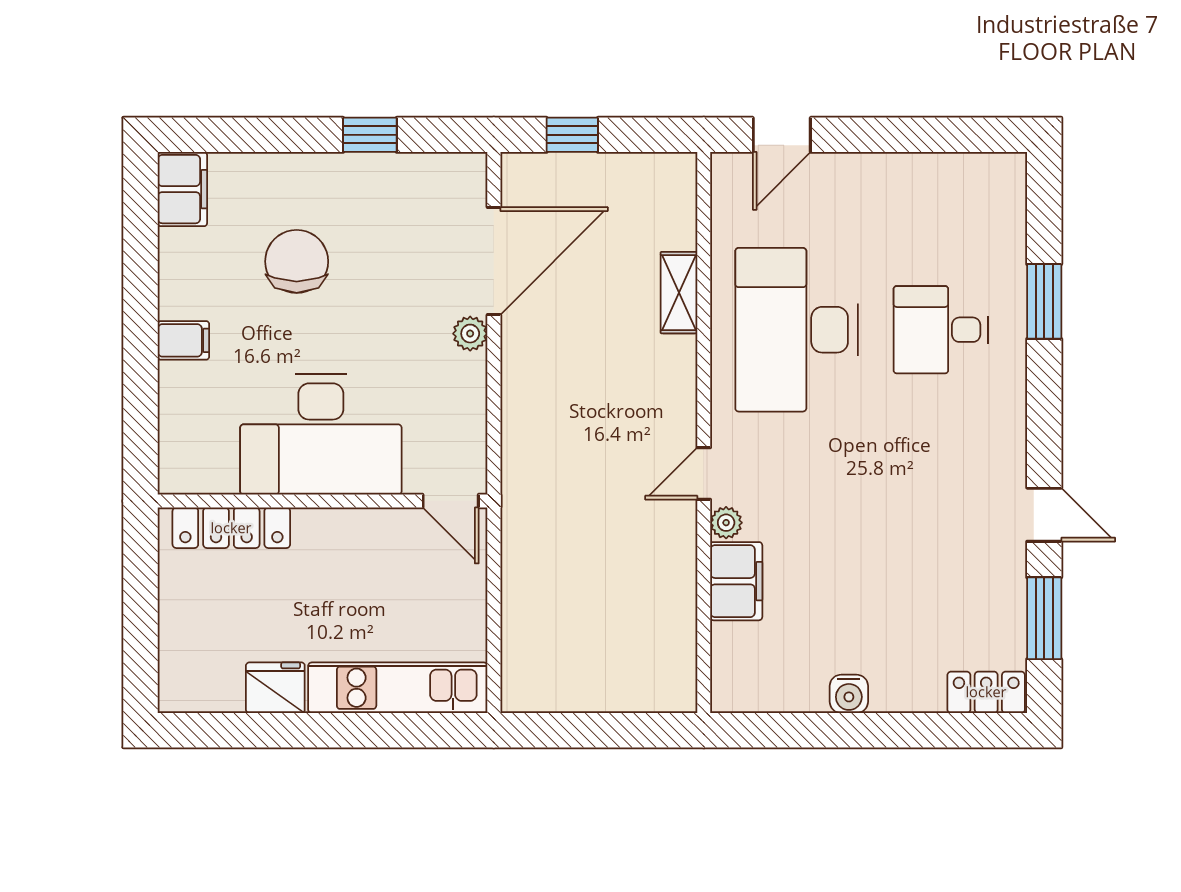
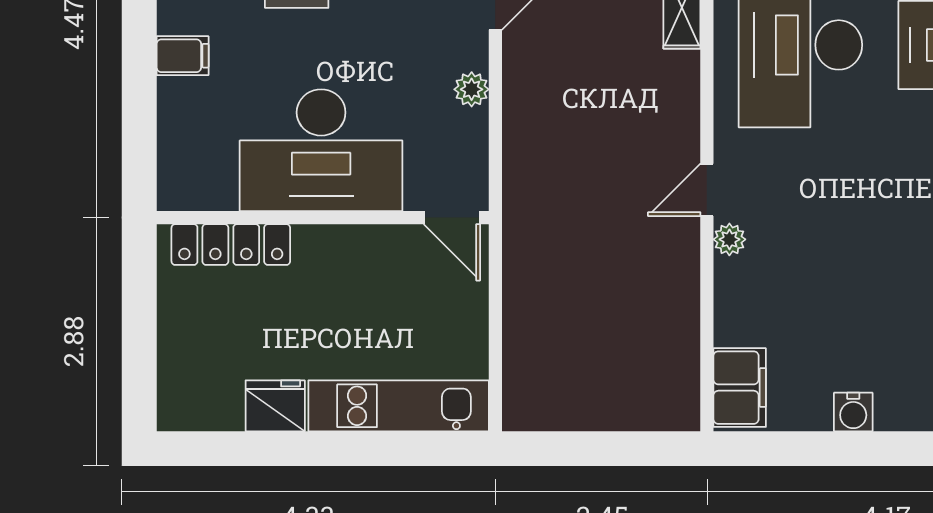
plant: (470, 334) -> (472, 89), moved
filing cabinet: (736, 581) -> (740, 388), moved

